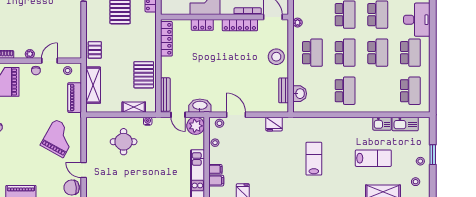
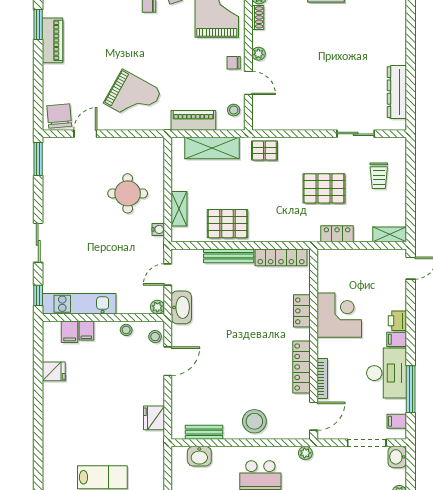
bench: (165, 95) -> (229, 256), moved
plant: (196, 126) -> (157, 307), width x0.53, depth x0.53

